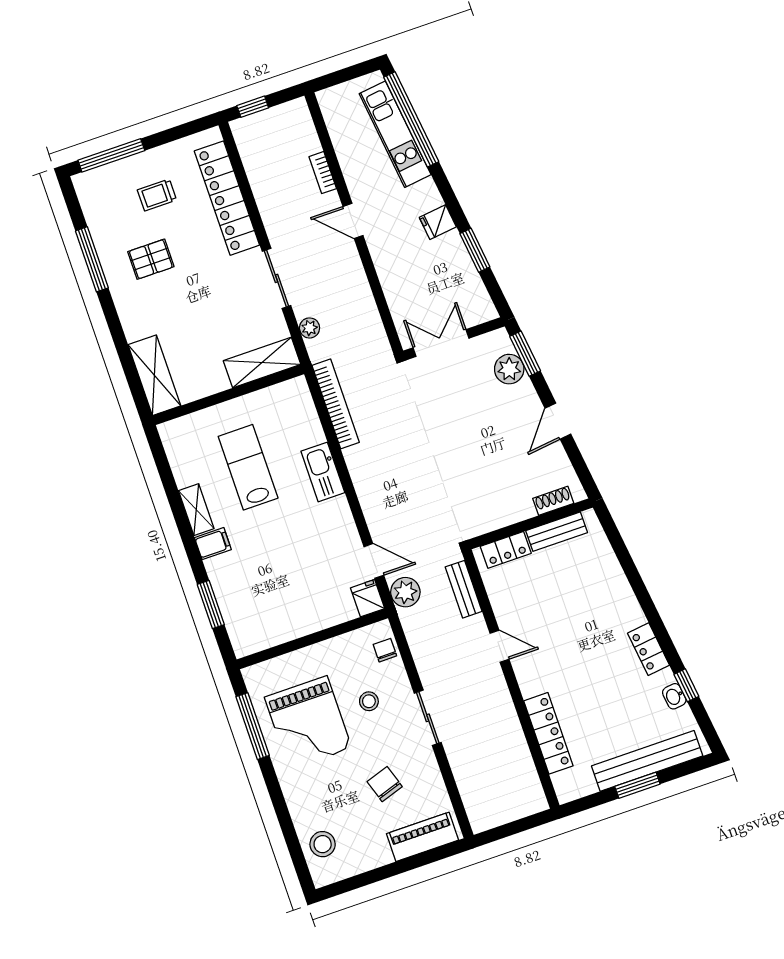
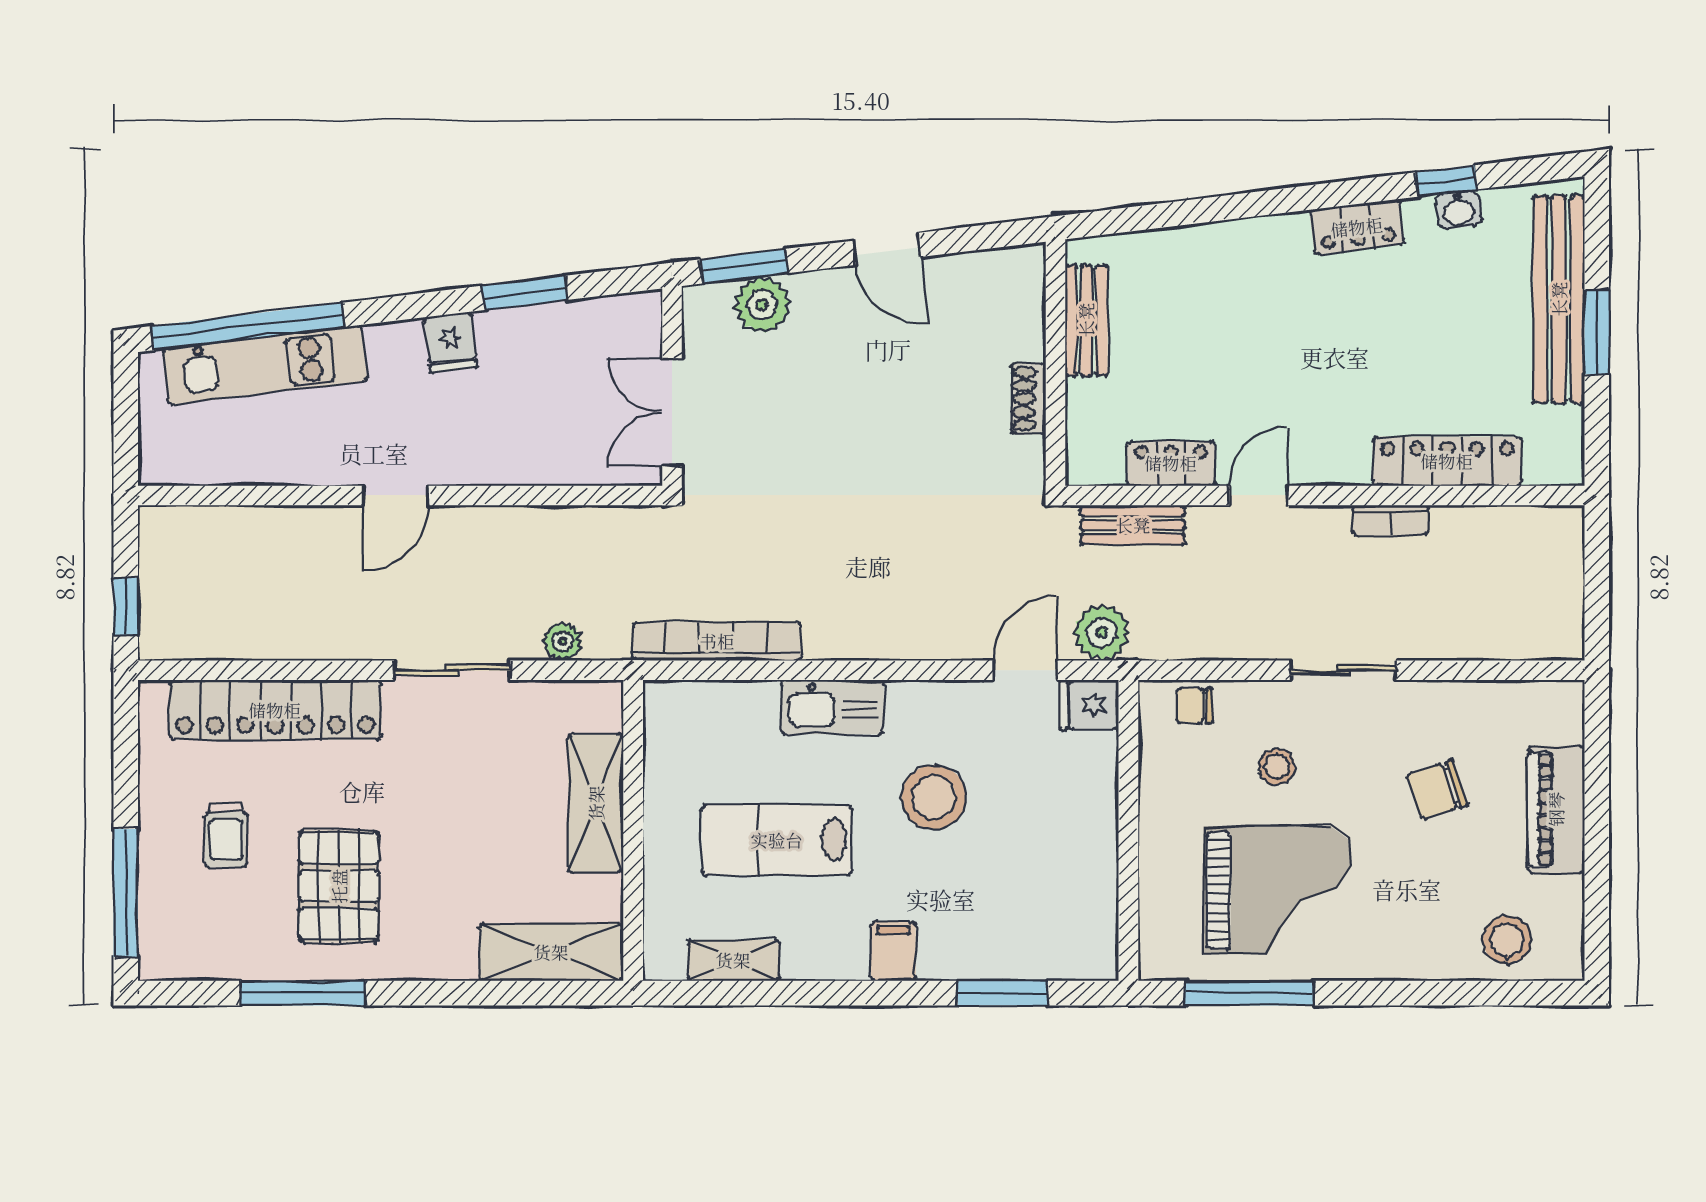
bookcase: (323, 173) -> (1390, 520), moved
pallet: (151, 259) -> (339, 886), width x1.50, depth x1.42
shelving: (262, 363) -> (596, 803), moved
shoe rack: (553, 501) -> (1028, 399), moved
shelving: (196, 510) -> (733, 960), moved
stool: (296, 537) -> (934, 797), added
locker: (506, 550) -> (1171, 463), moved, turned -90
piano: (422, 837) -> (1556, 809), moved

